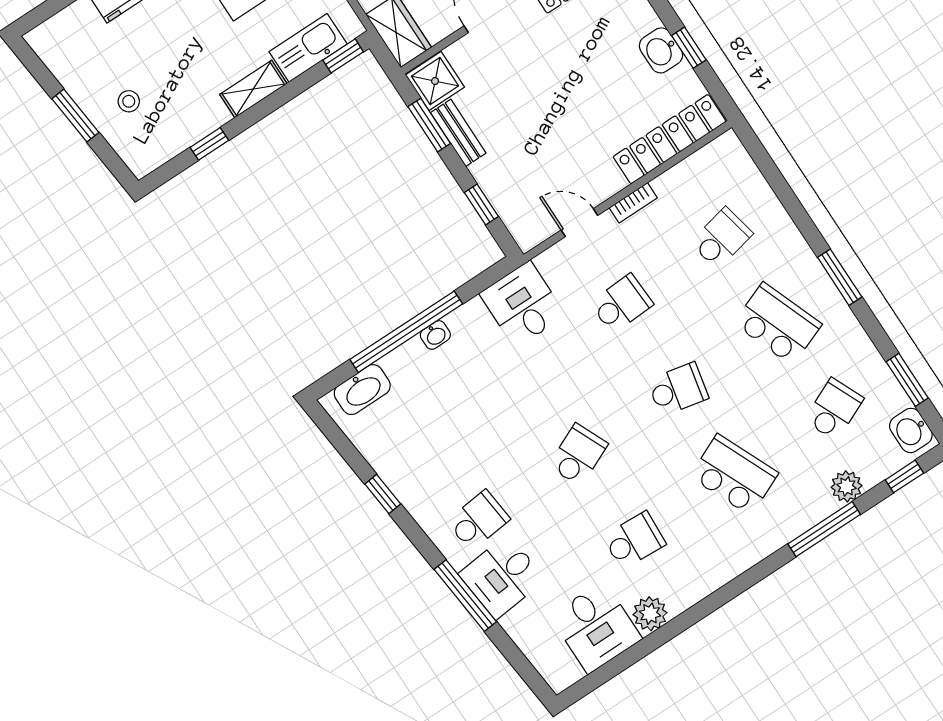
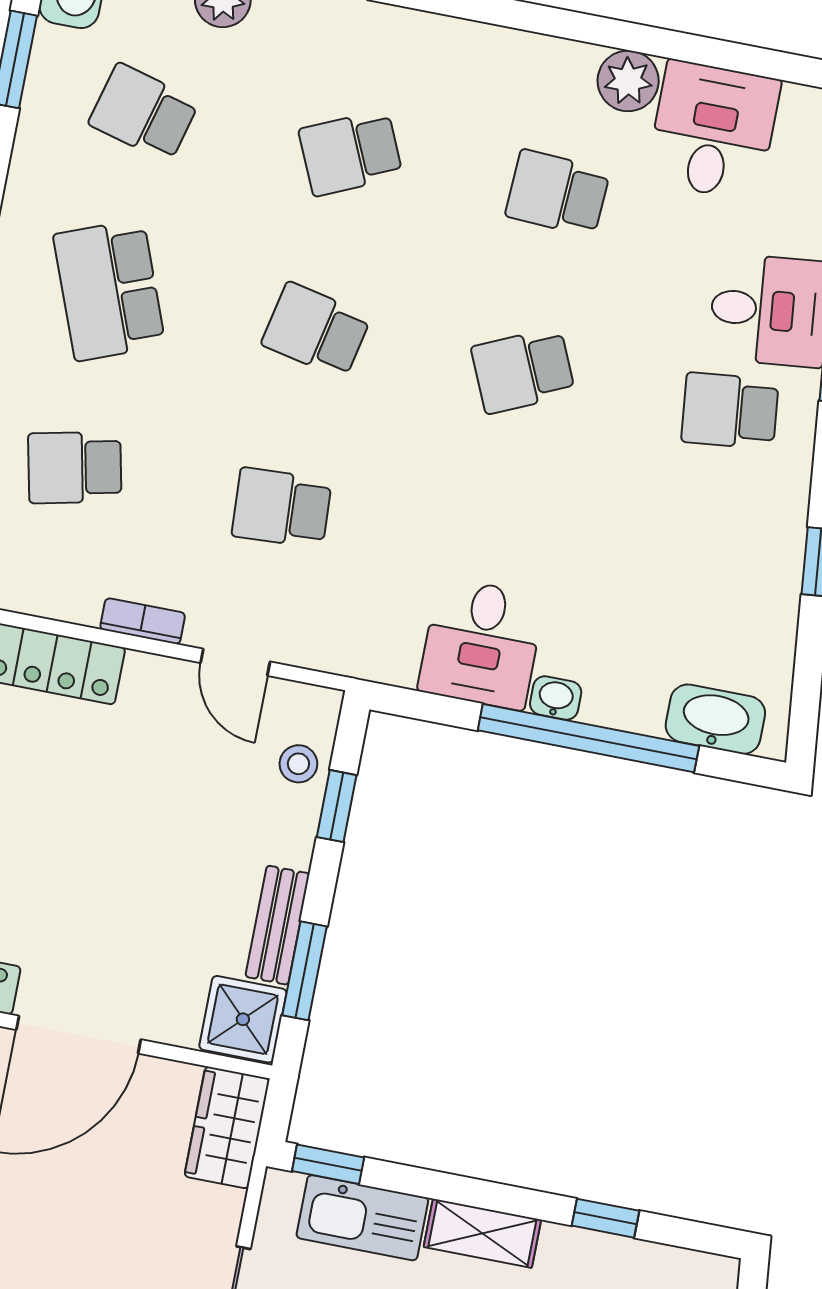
stool: (514, 207) -> (298, 764), added
desk: (523, 304) -> (481, 643), moved
school desk: (834, 409) -> (144, 113), turned 39
school desk: (734, 475) -> (351, 153), width x0.54

